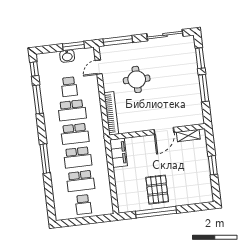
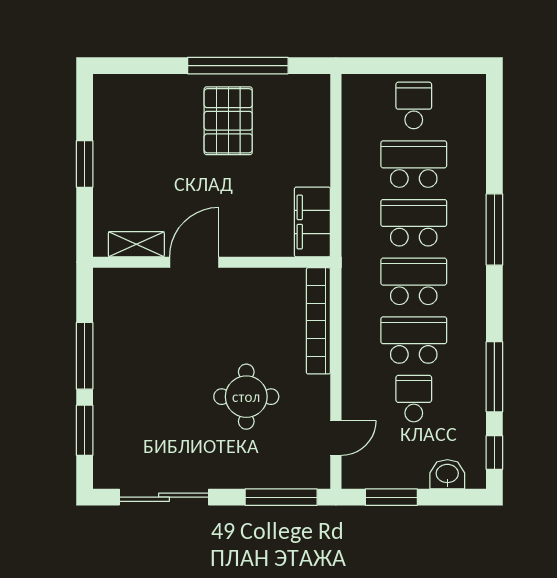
washbasin: (67, 56) -> (447, 474), moved

